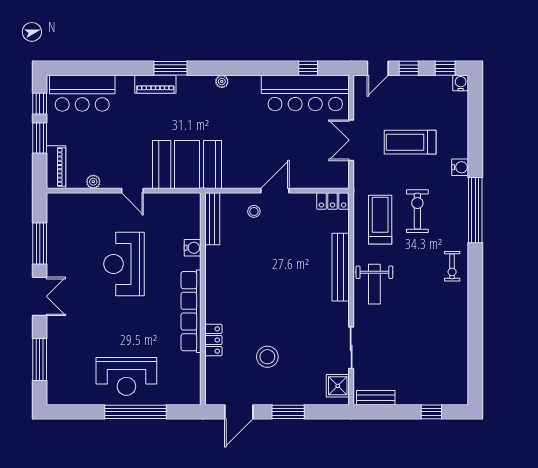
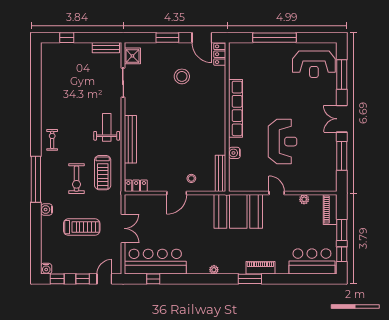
locker: (213, 340) -> (220, 54), moved
reception desk: (126, 376) -> (314, 64), moved, turned 180
door: (239, 412) -> (202, 38), swing flipped

